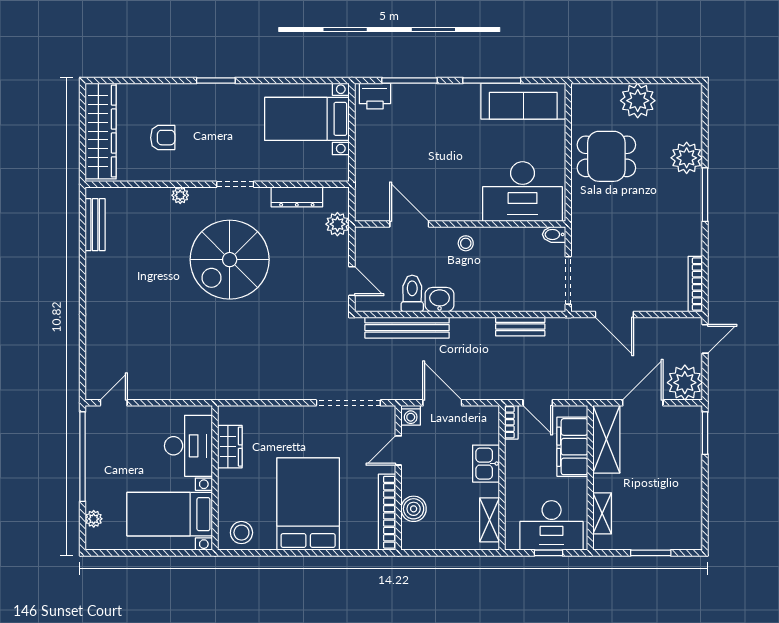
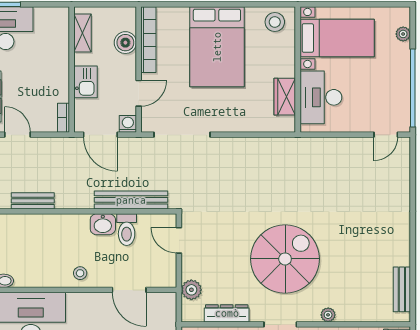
bookcase: (511, 422) -> (63, 118), moved
kitchen sink: (486, 464) -> (85, 82), moved
wall: (502, 478) -> (72, 70), moved
shelving: (489, 520) -> (82, 33), moved

